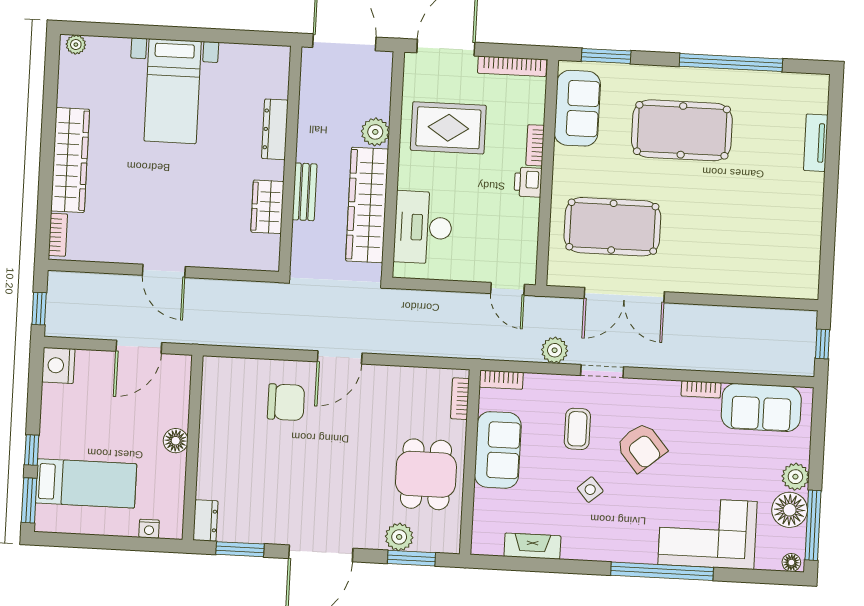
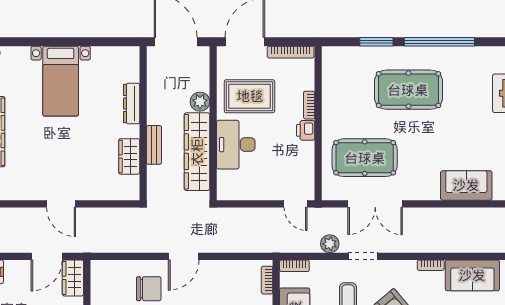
window: (606, 56) -> (376, 42), moved
sofa: (577, 108) -> (466, 185), moved, turned -90
desk: (423, 227) -> (236, 145), moved
wardrobe: (176, 381) -> (73, 278), added

